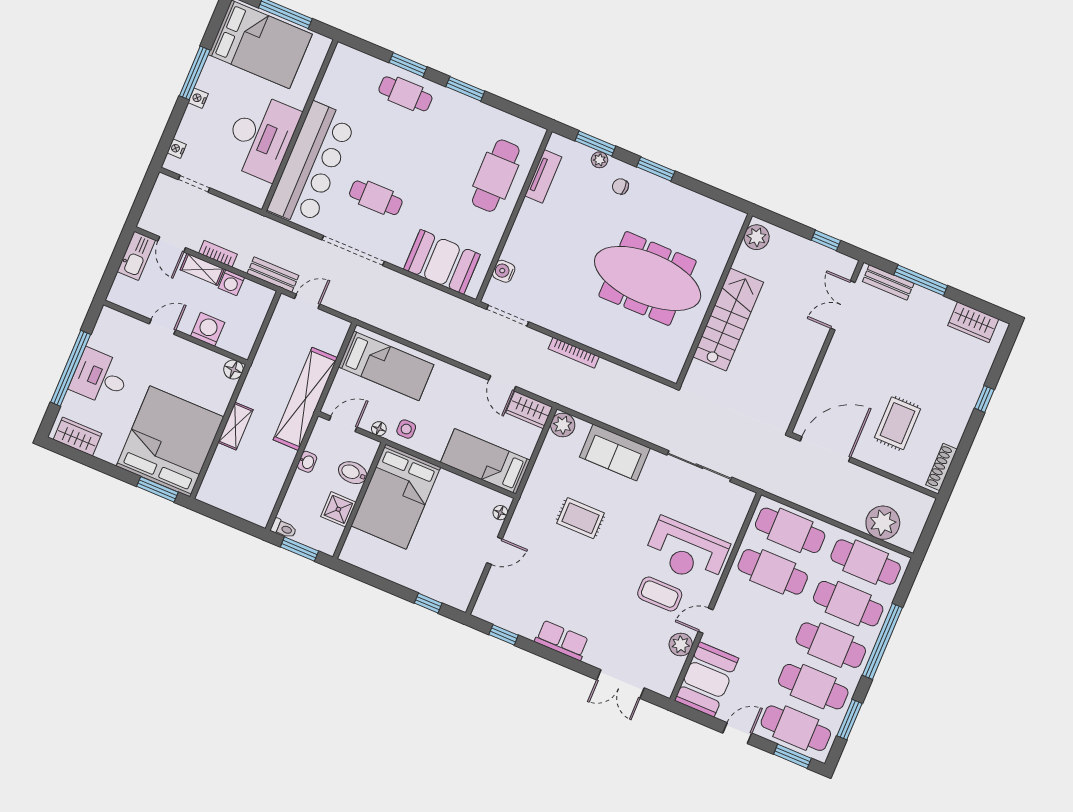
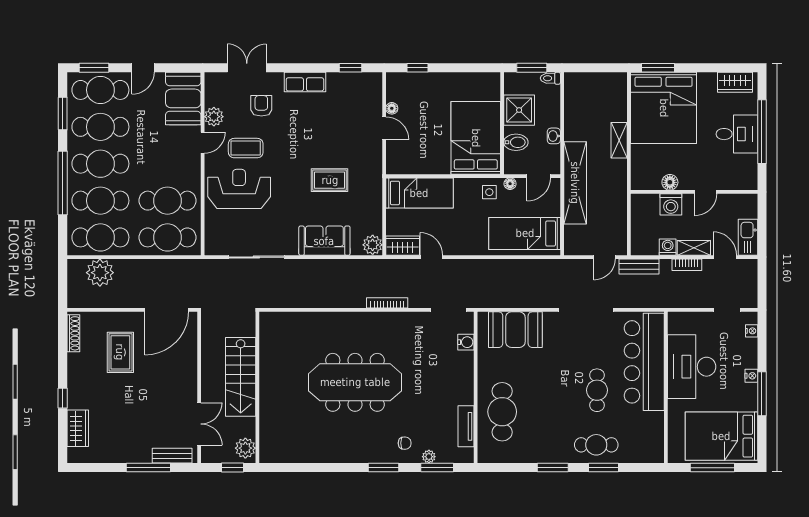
cafe table: (376, 198) -> (597, 390), moved, turned 90
plant: (757, 237) -> (245, 448), moved
wall: (714, 300) -> (257, 387), moved
stairs: (728, 320) -> (241, 377), moved
wardrobe: (973, 322) -> (78, 428), moved, turned 90
floor lamp: (233, 369) -> (670, 182), moved
shower: (338, 509) -> (519, 110), width x1.36, depth x1.36
floor lamp: (500, 513) -> (392, 108), moved
door: (494, 551) -> (384, 128), swing flipped
armchair: (622, 634) -> (261, 106), added

